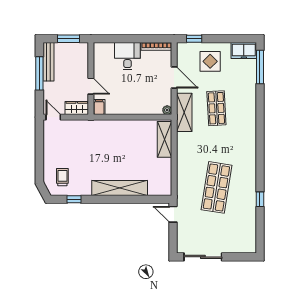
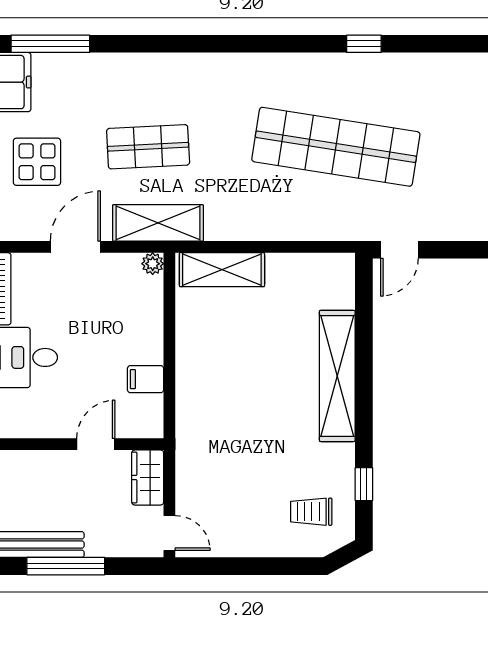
filing cabinet: (99, 107) -> (146, 379), moved
door: (53, 117) -> (169, 533), swing flipped
shop shelf: (216, 187) -> (336, 147), width x1.40

